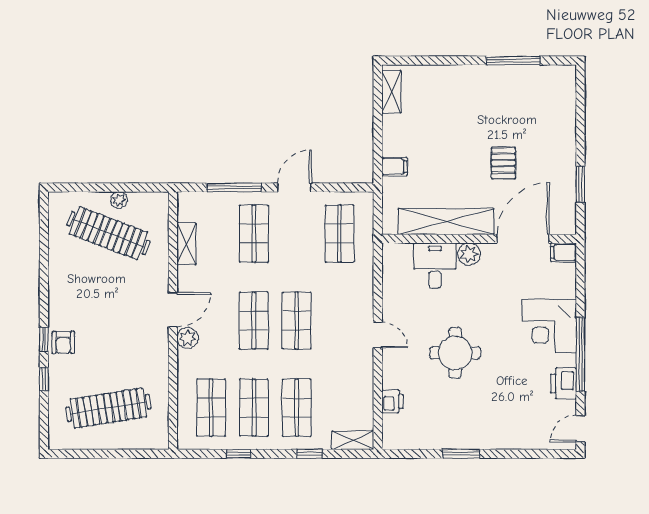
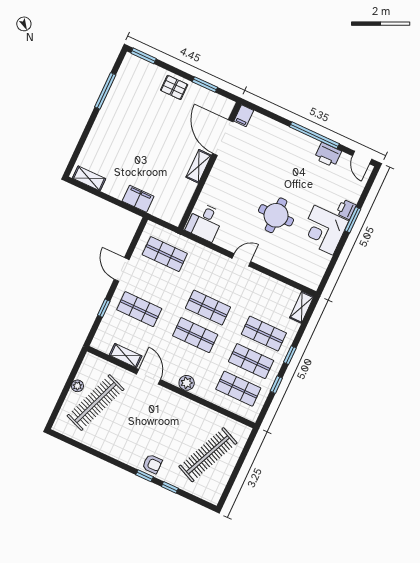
window: (580, 89) -> (143, 56), added
pallet: (503, 163) -> (174, 87), moved
filing cabinet: (394, 167) -> (138, 199), width x2.00
window: (234, 188) -> (104, 308), width x0.46
shelving: (446, 222) -> (199, 166), width x0.45, depth x0.75
plant: (469, 254) -> (217, 177), removed
desk: (435, 266) -> (205, 222), moved, turned -90
door: (173, 310) -> (149, 377), moved
corner desk: (549, 326) -> (324, 230), moved, turned 90
printer: (392, 401) -> (346, 209), moved, turned -90
clothes rail: (108, 408) -> (208, 455), turned 33
window: (309, 454) -> (290, 355), moved
window: (461, 454) -> (353, 220), moved

